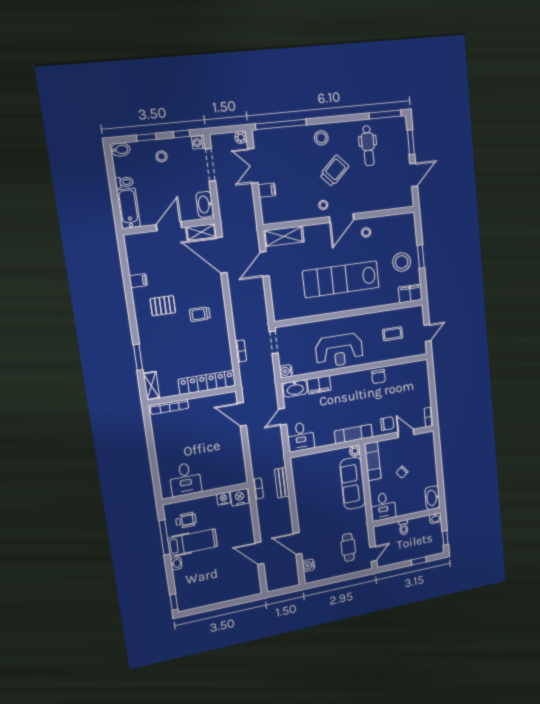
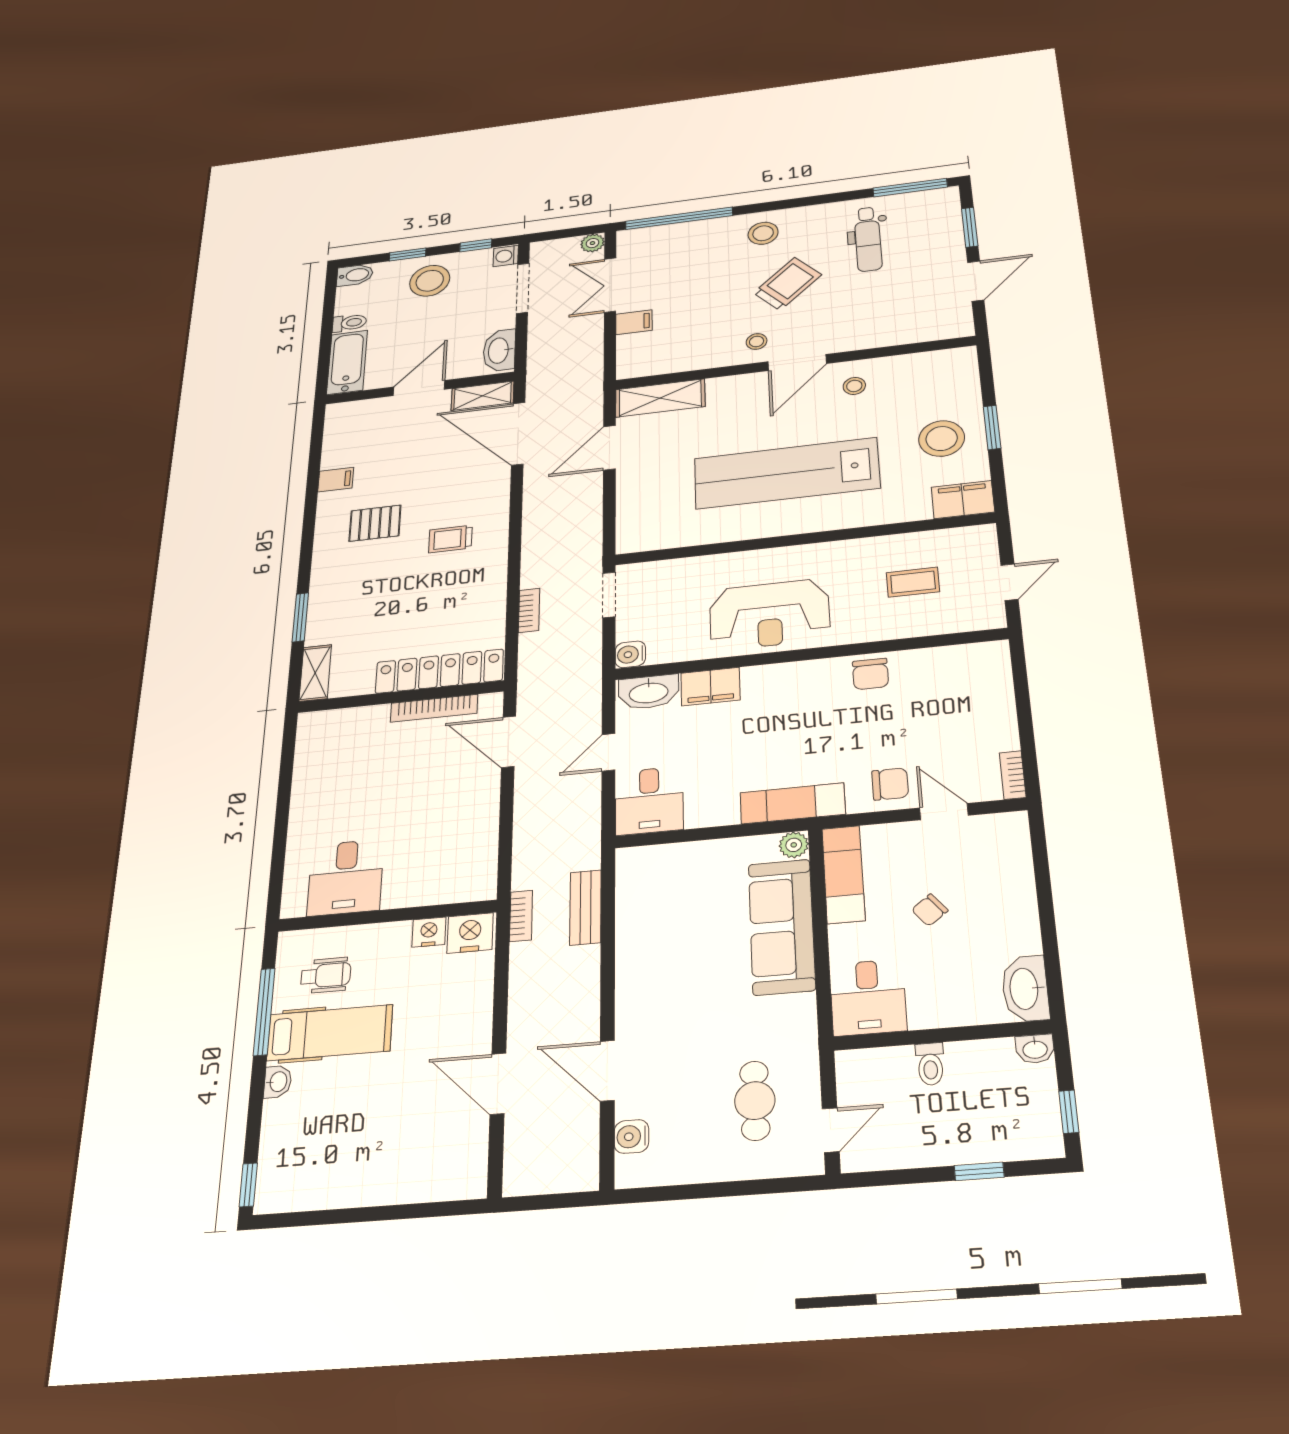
stool: (161, 156) -> (430, 281), width x1.89, depth x1.89
bookcase: (169, 407) -> (434, 708), moved

